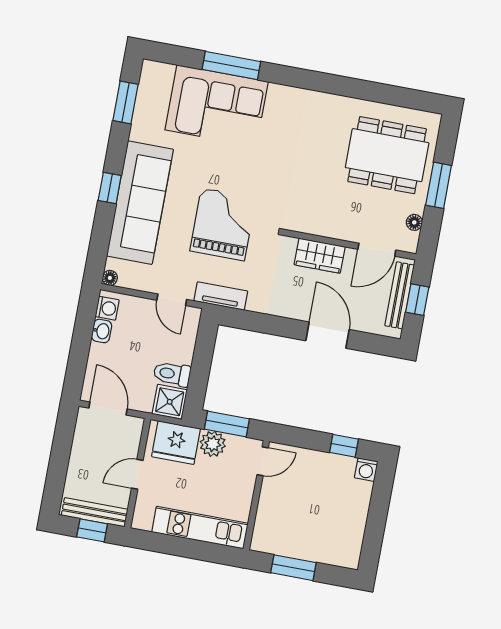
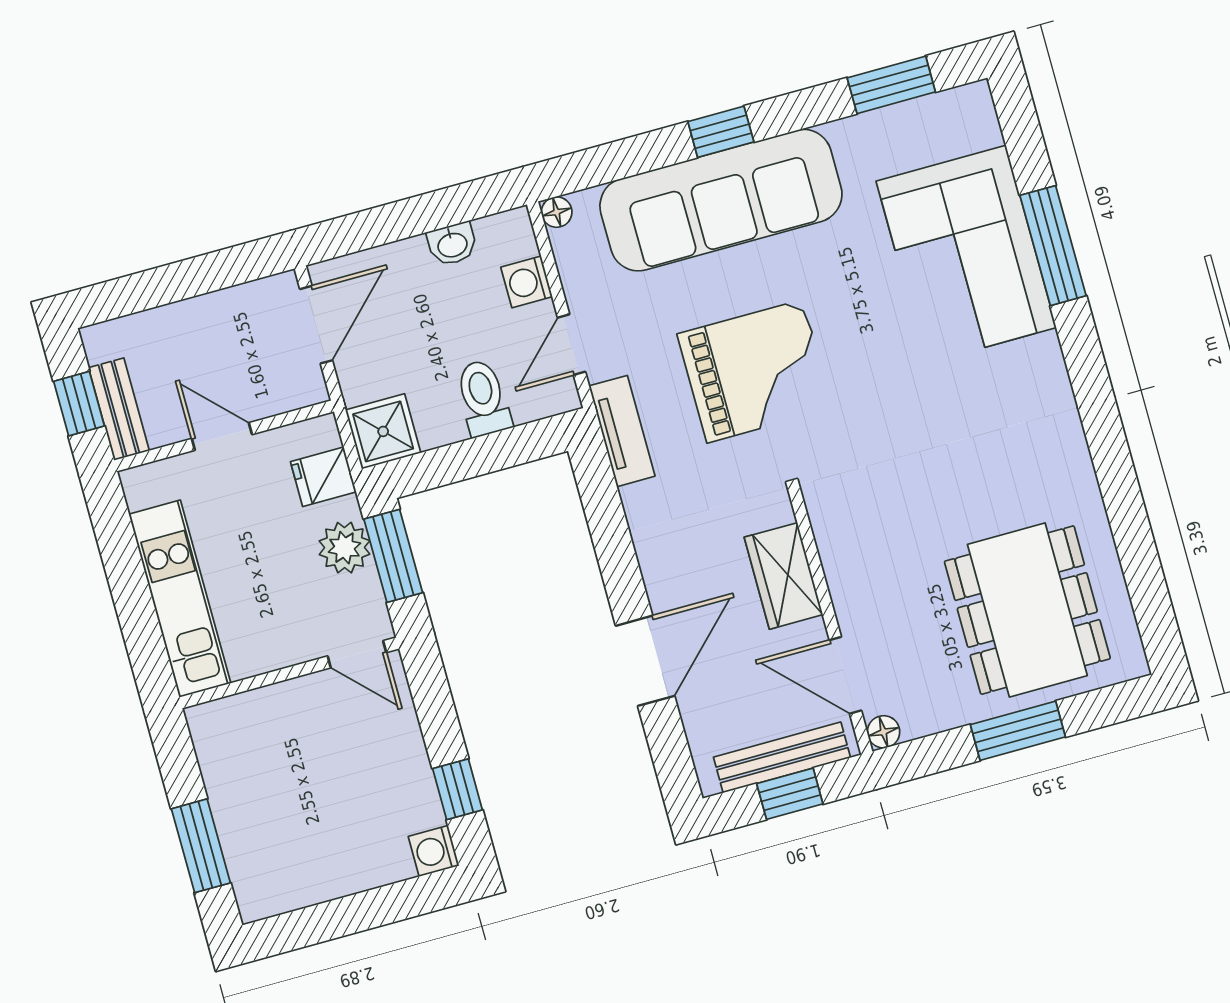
floor lamp: (414, 222) -> (884, 732), moved
washing machine: (107, 308) -> (527, 282), moved, turned 90
toilet: (172, 374) -> (483, 398), moved
fridge: (176, 443) -> (323, 477), width x0.53, depth x0.75
bench: (95, 512) -> (119, 409), width x0.73
window: (293, 568) -> (201, 846), moved

